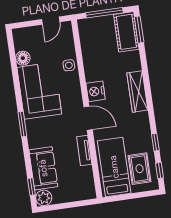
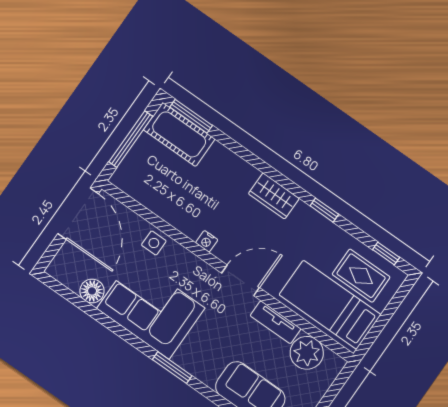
door: (51, 21) -> (78, 214), width x1.87
nightstand: (96, 91) -> (207, 241), width x0.53, depth x0.56
wardrobe: (137, 92) -> (274, 196), width x0.67
window: (155, 142) -> (324, 210), moved
plant: (84, 177) -> (307, 353), added

